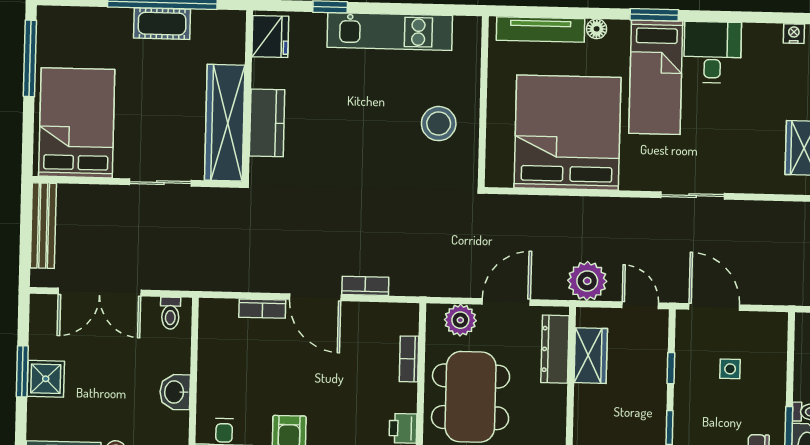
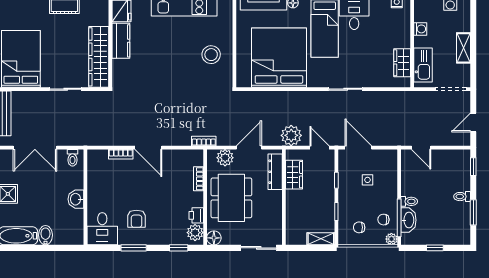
kitchen counter: (267, 123) -> (121, 41), moved
bookcase: (365, 286) -> (204, 141), moved

